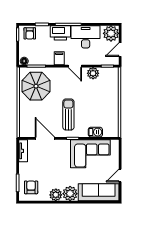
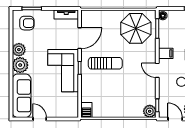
door: (75, 66) -> (157, 70), hinge flipped
plant: (93, 73) -> (150, 111), moved
barbecue: (95, 132) -> (86, 110), moved
corner sofa: (90, 154) -> (63, 71), moved

